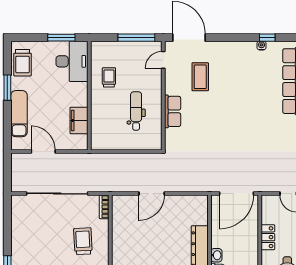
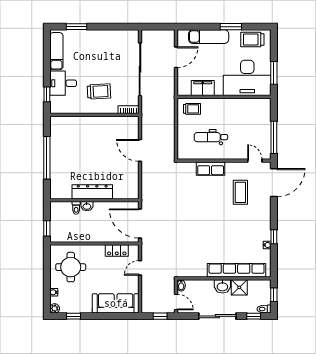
window: (267, 38) -> (274, 237), moved
desk: (72, 61) -> (247, 78), width x1.36, depth x1.30
trolley: (109, 77) -> (192, 109), moved
coffee table: (200, 77) -> (240, 192), turned 90
dental chair: (136, 111) -> (211, 137), turned 180
locker: (268, 237) -> (117, 251), moved

